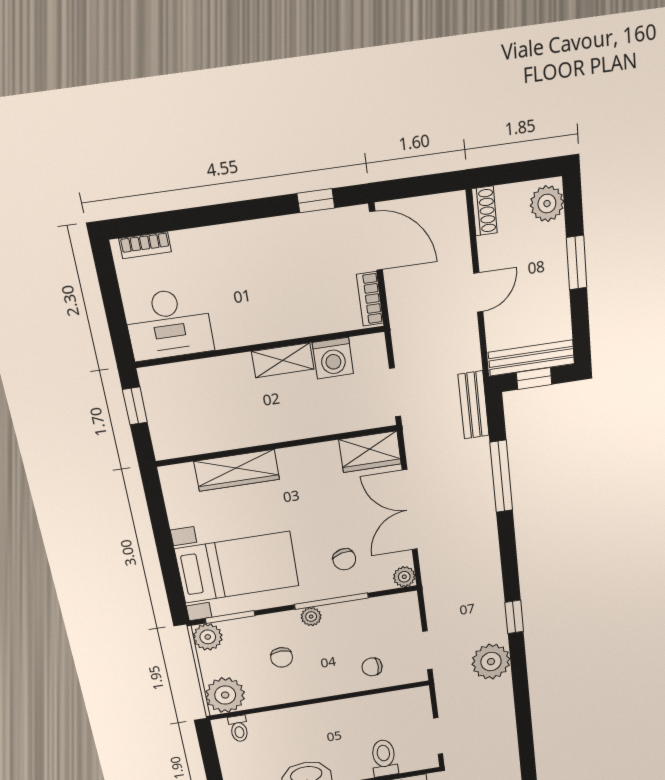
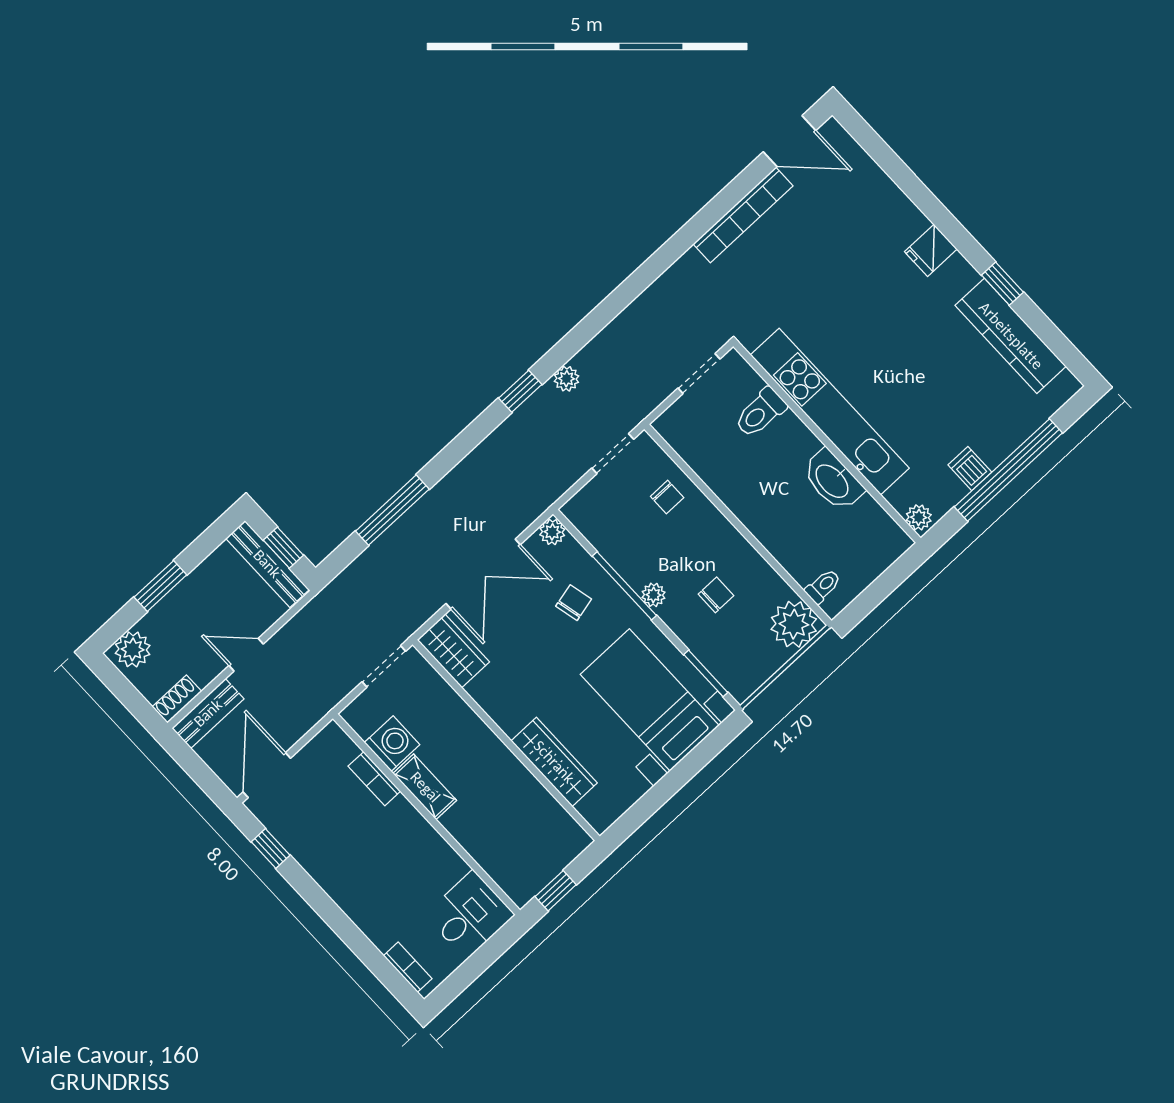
bookcase: (370, 299) -> (374, 779), moved, turned 90
desk: (169, 324) -> (470, 915), width x0.73
bench: (474, 405) -> (208, 713), moved
plant: (208, 637) -> (741, 682), removed
plant: (491, 662) -> (566, 379), width x0.53, depth x0.53

